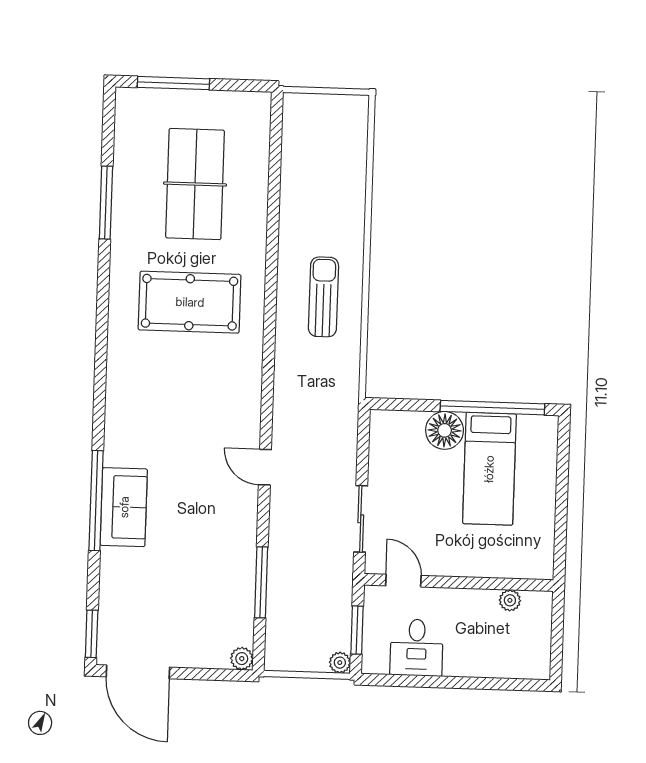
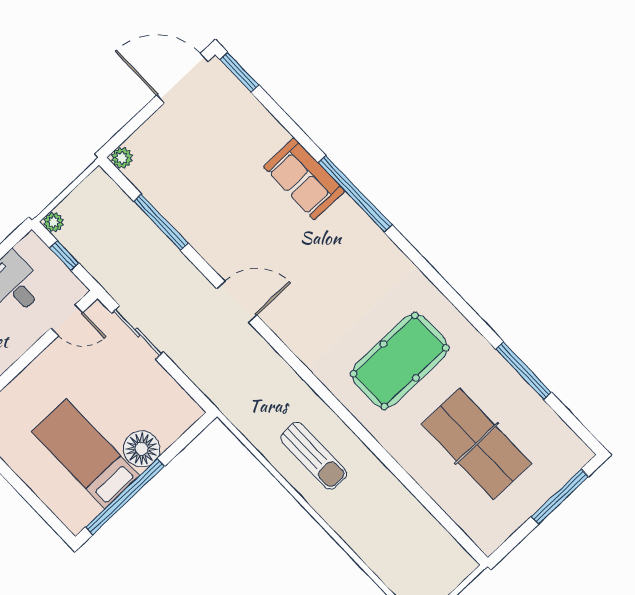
door: (265, 467) -> (237, 302), width x1.37
window: (96, 501) -> (355, 194), moved
window: (357, 630) -> (64, 255), width x0.67

